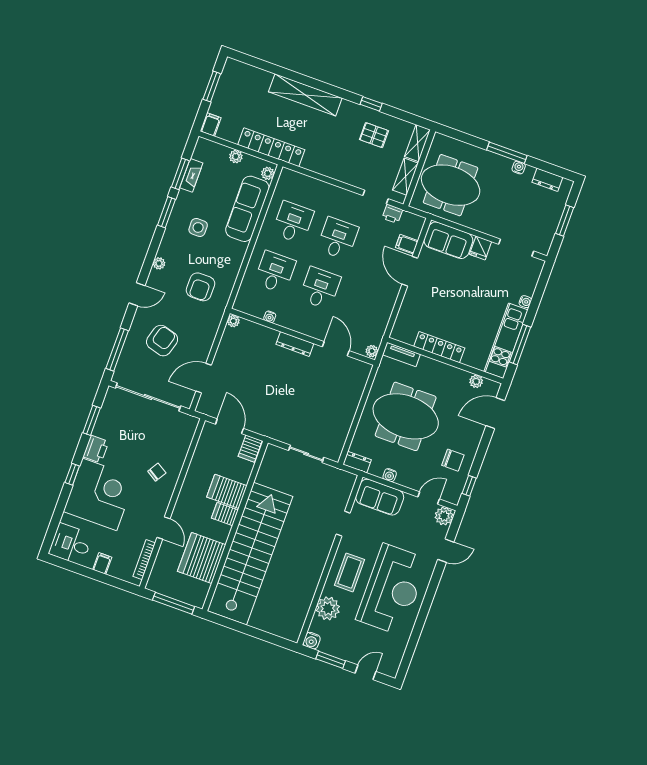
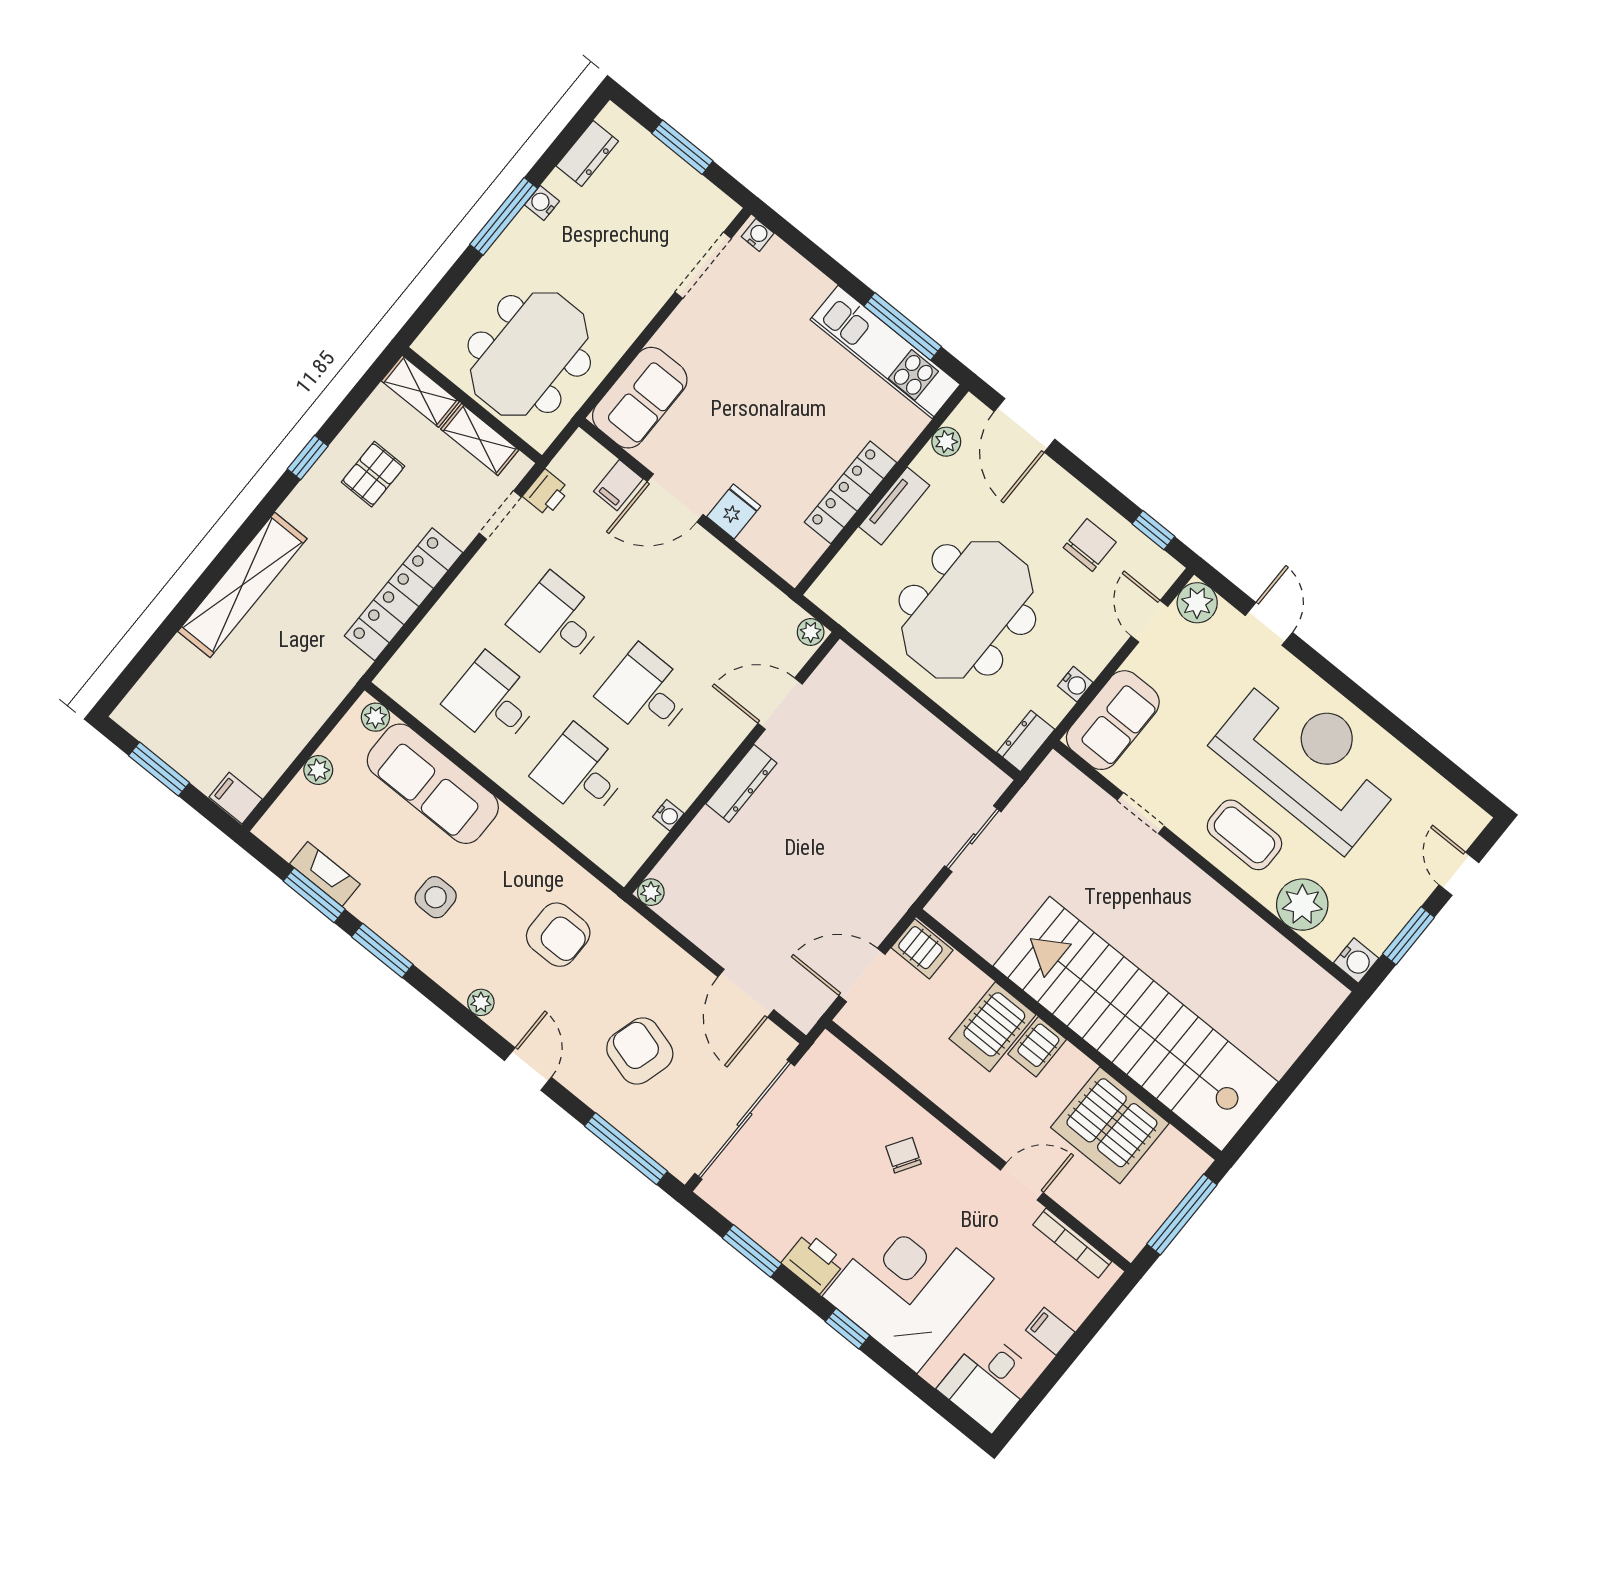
locker: (271, 147) -> (404, 594), moved
fridge: (481, 248) -> (734, 511), moved, turned -90
water cooler: (525, 302) -> (758, 235), moved
tv unit: (401, 355) -> (894, 506), moved

